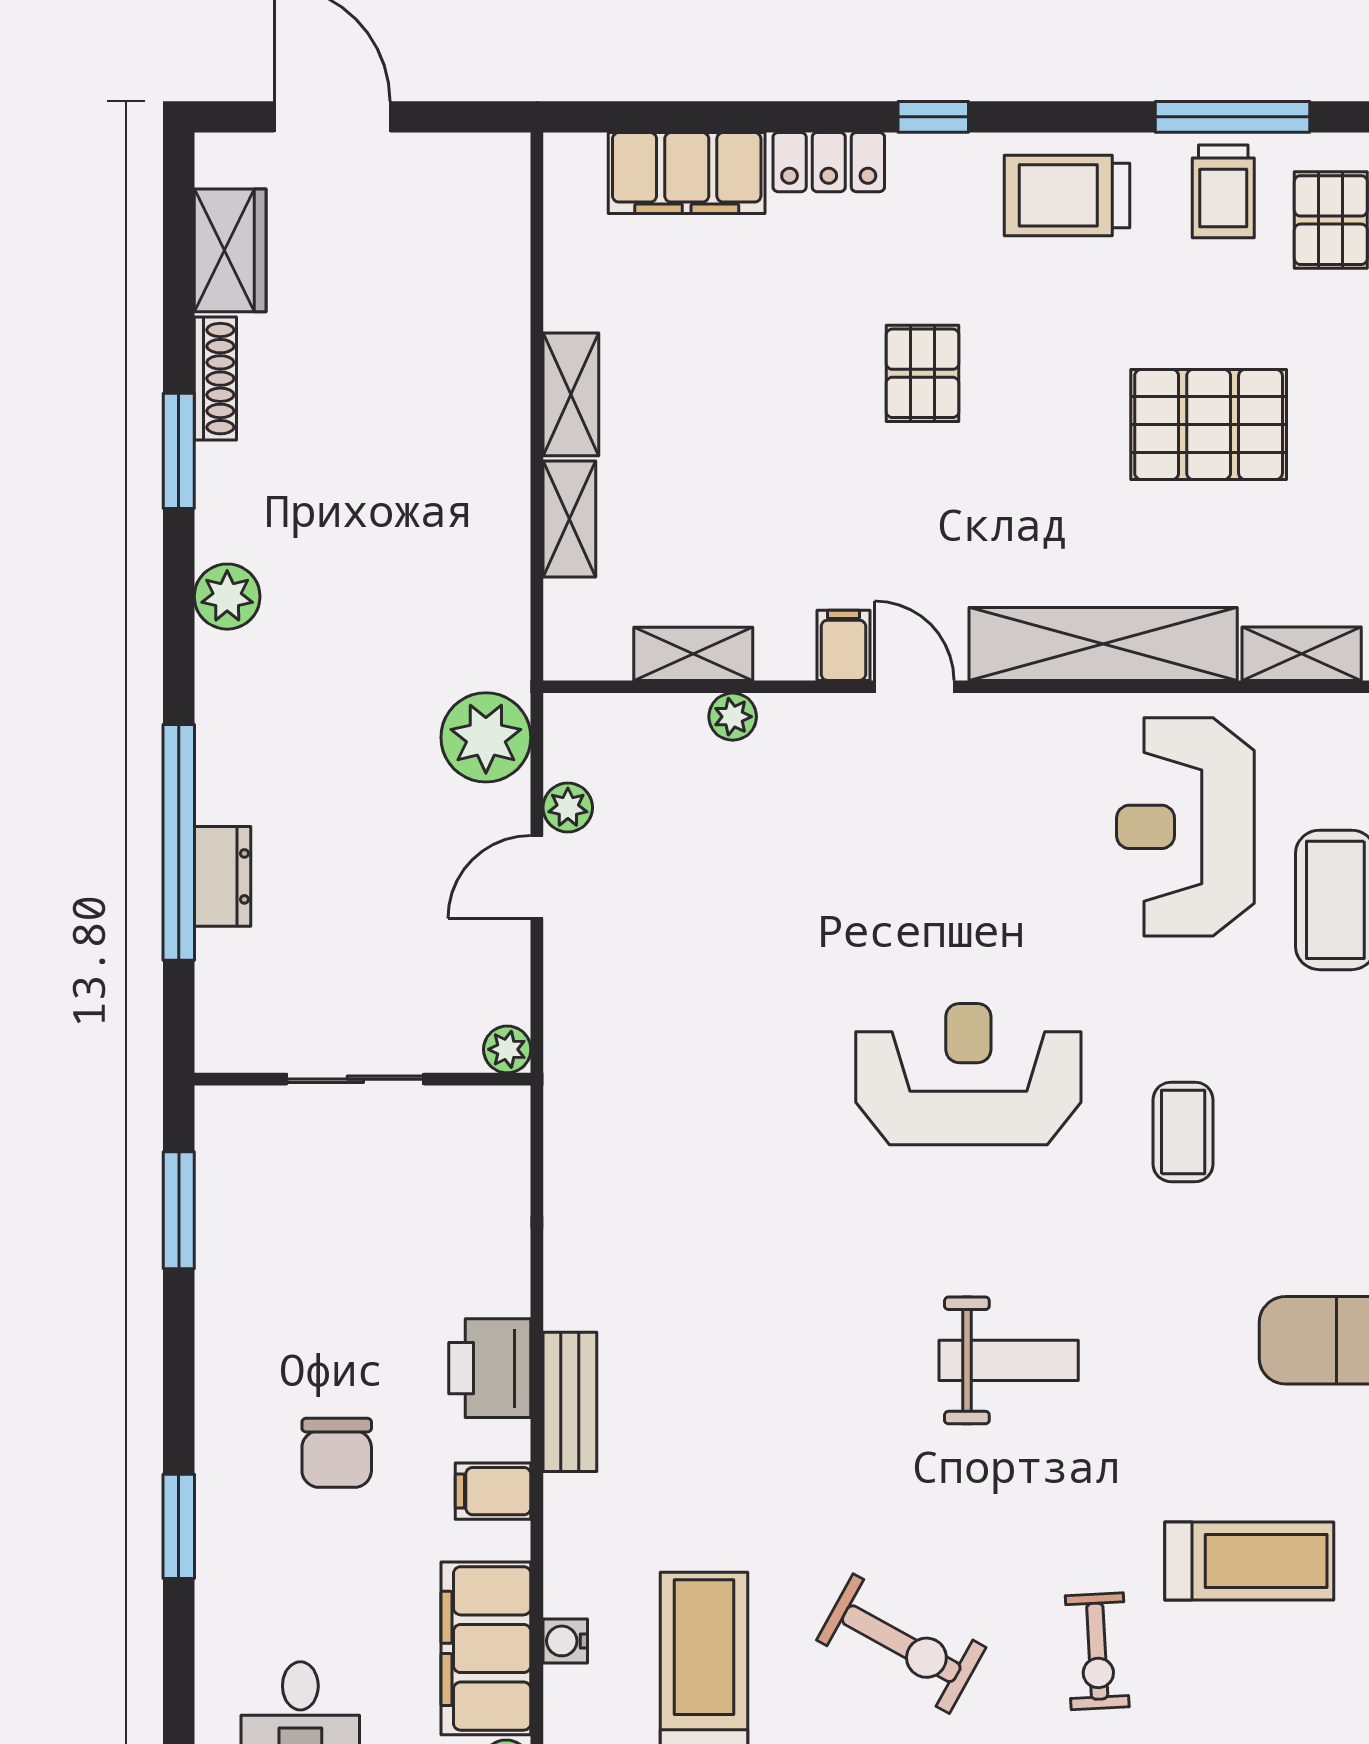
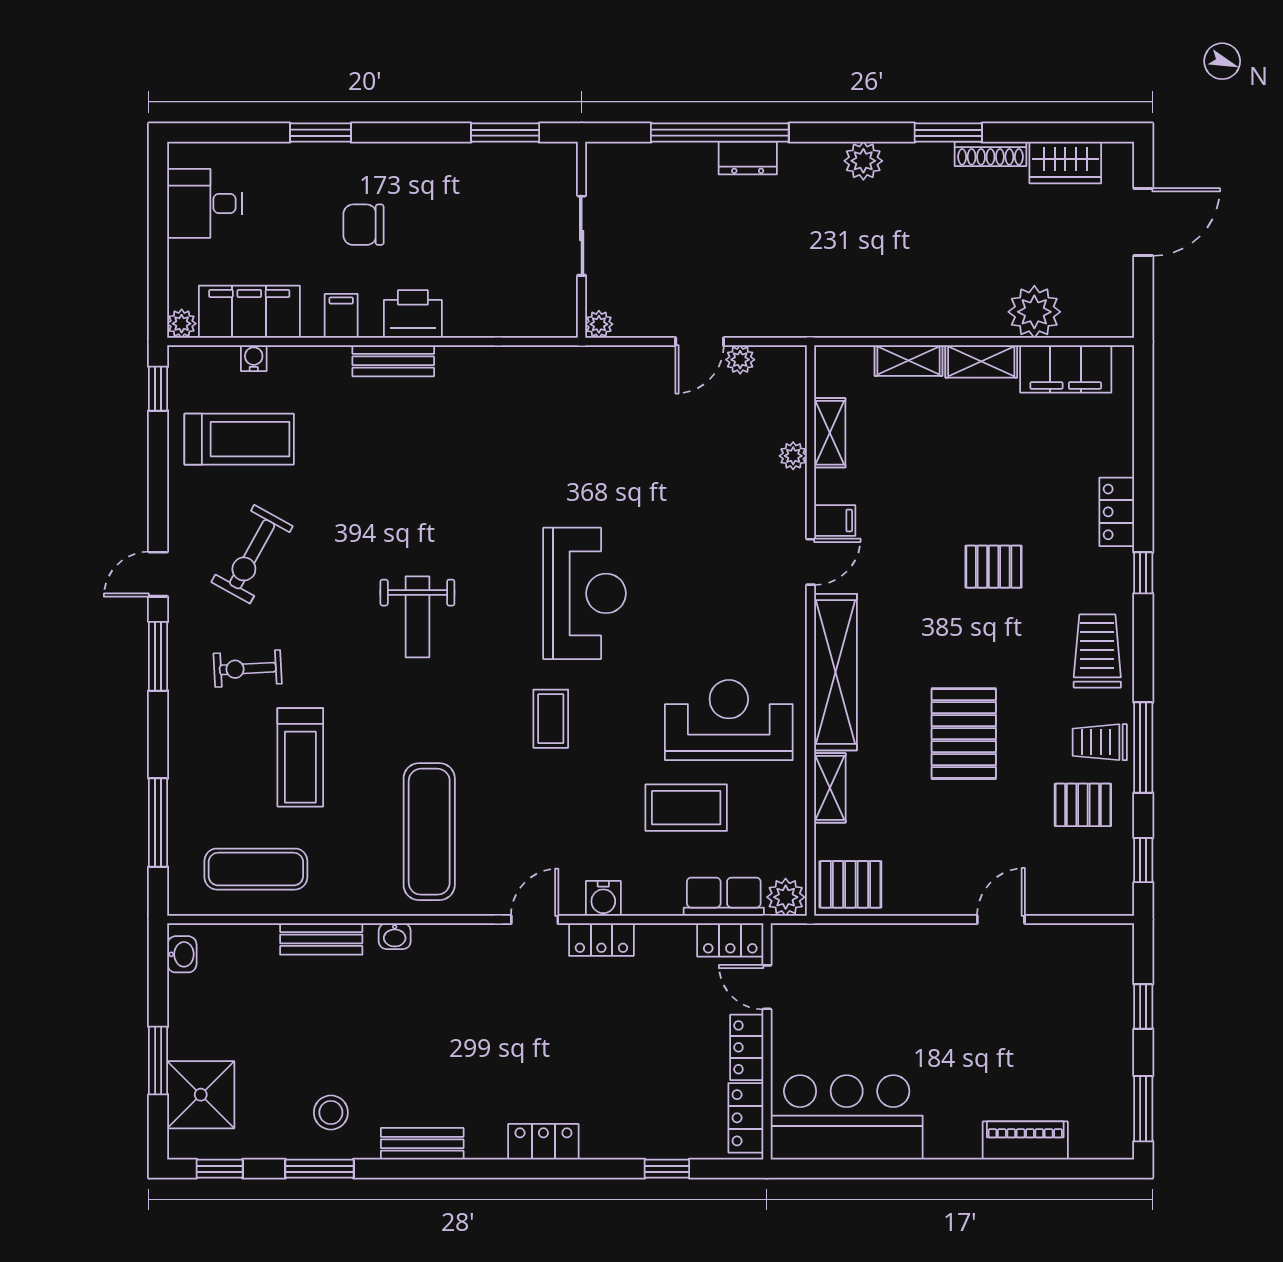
filing cabinet: (687, 173) -> (1066, 369), moved, turned -90
plant: (486, 737) -> (1034, 312), moved
dresser: (222, 876) -> (748, 158), moved
door: (537, 877) -> (700, 342), swing flipped
coffee table: (1183, 1132) -> (551, 719), turned 90

